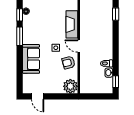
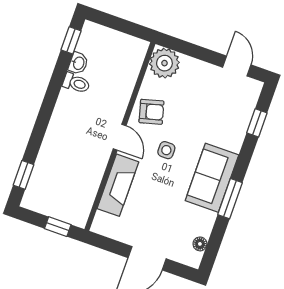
window: (20, 15) -> (257, 123), moved
sofa: (31, 59) -> (212, 178), moved

